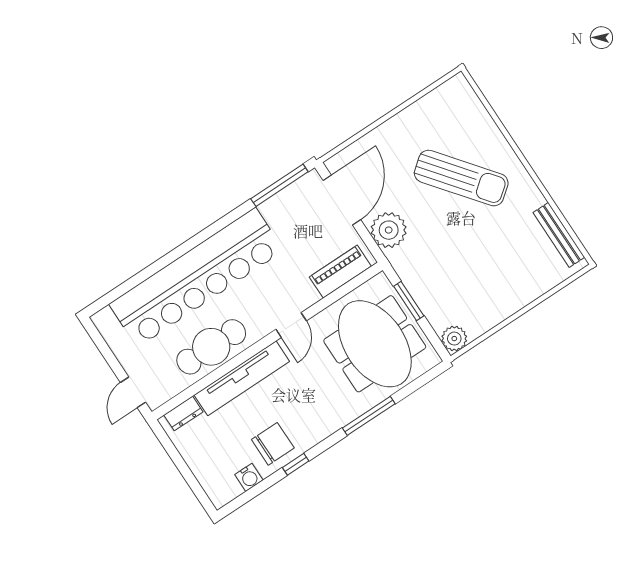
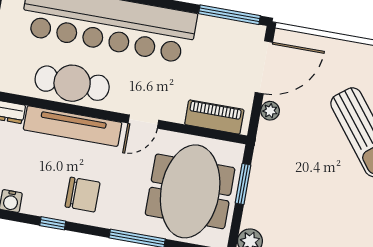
plant: (389, 230) -> (270, 111), width x0.53, depth x0.53
chair: (273, 444) -> (83, 195), moved

